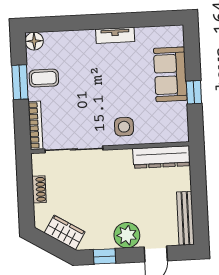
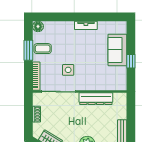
side table: (124, 127) -> (68, 70), moved
dresser: (162, 157) -> (96, 99), moved

